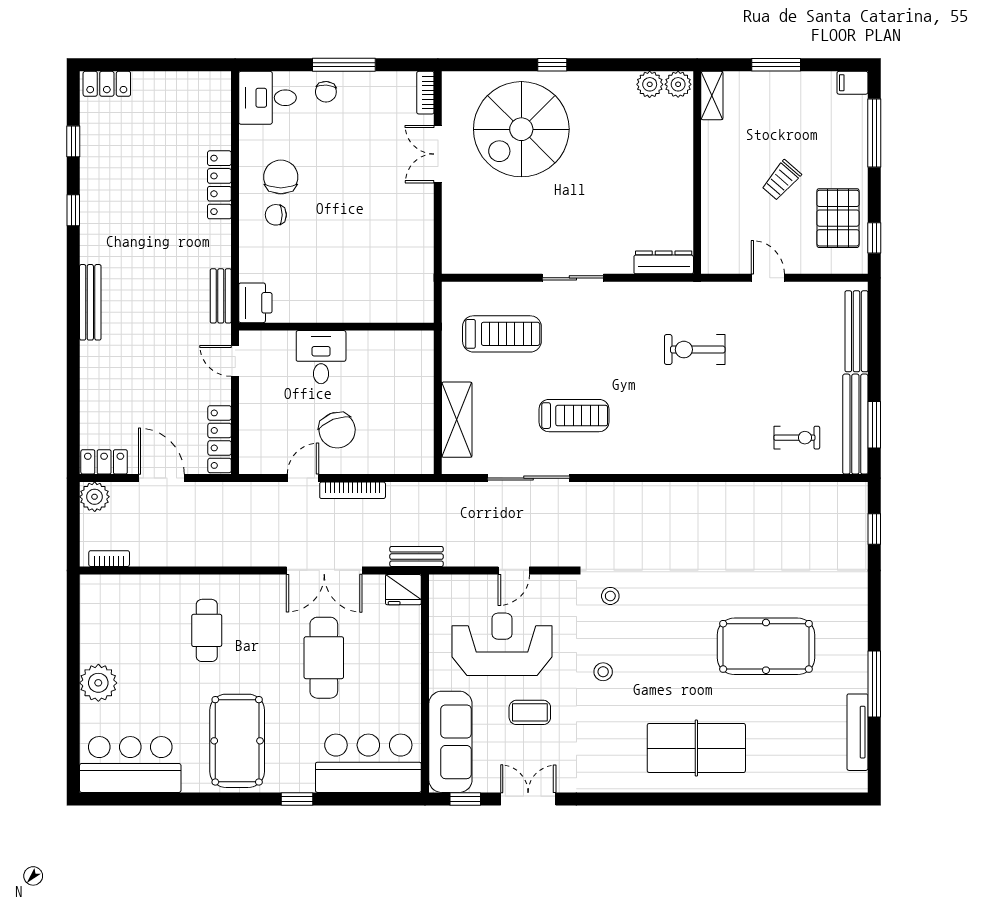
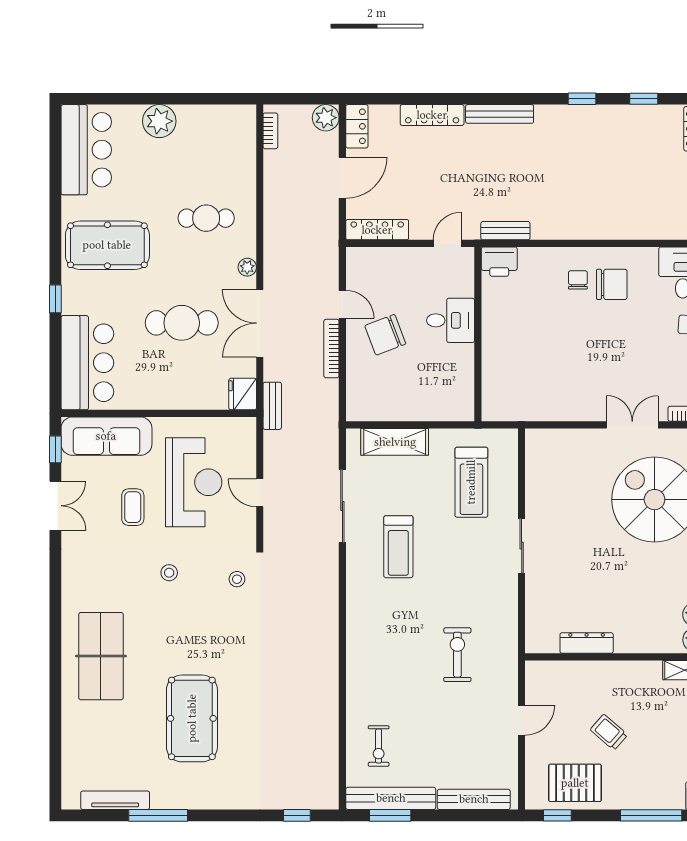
locker: (219, 185) -> (432, 115), moved, turned 180
dresser: (664, 262) -> (587, 643), moved, turned -90
plant: (262, 584) -> (247, 267), added

